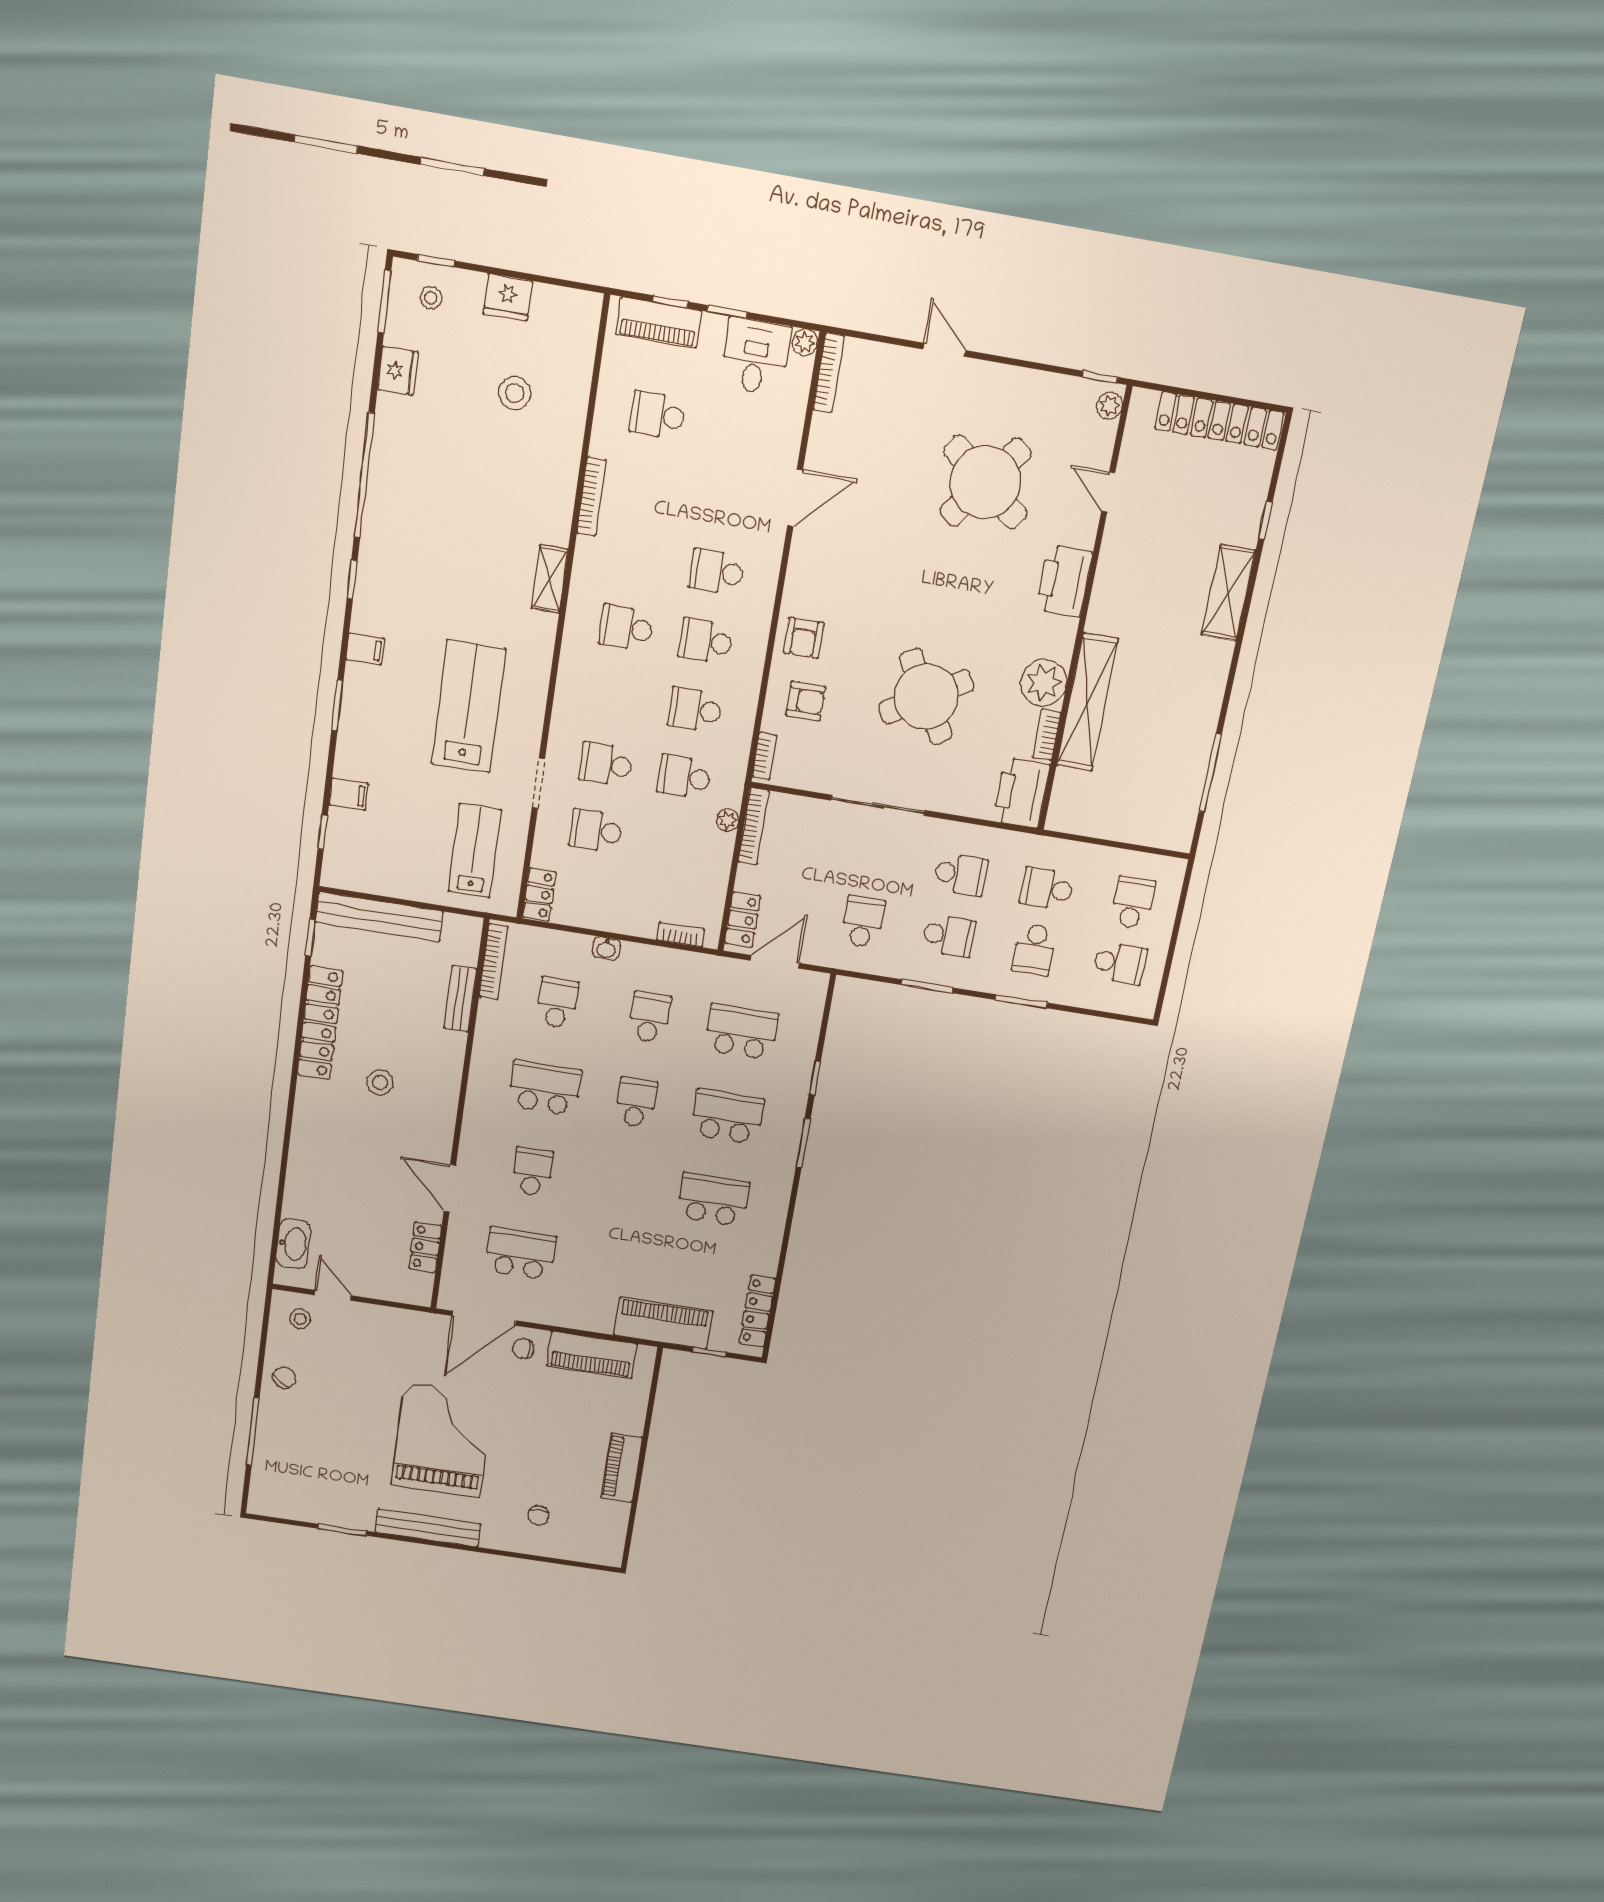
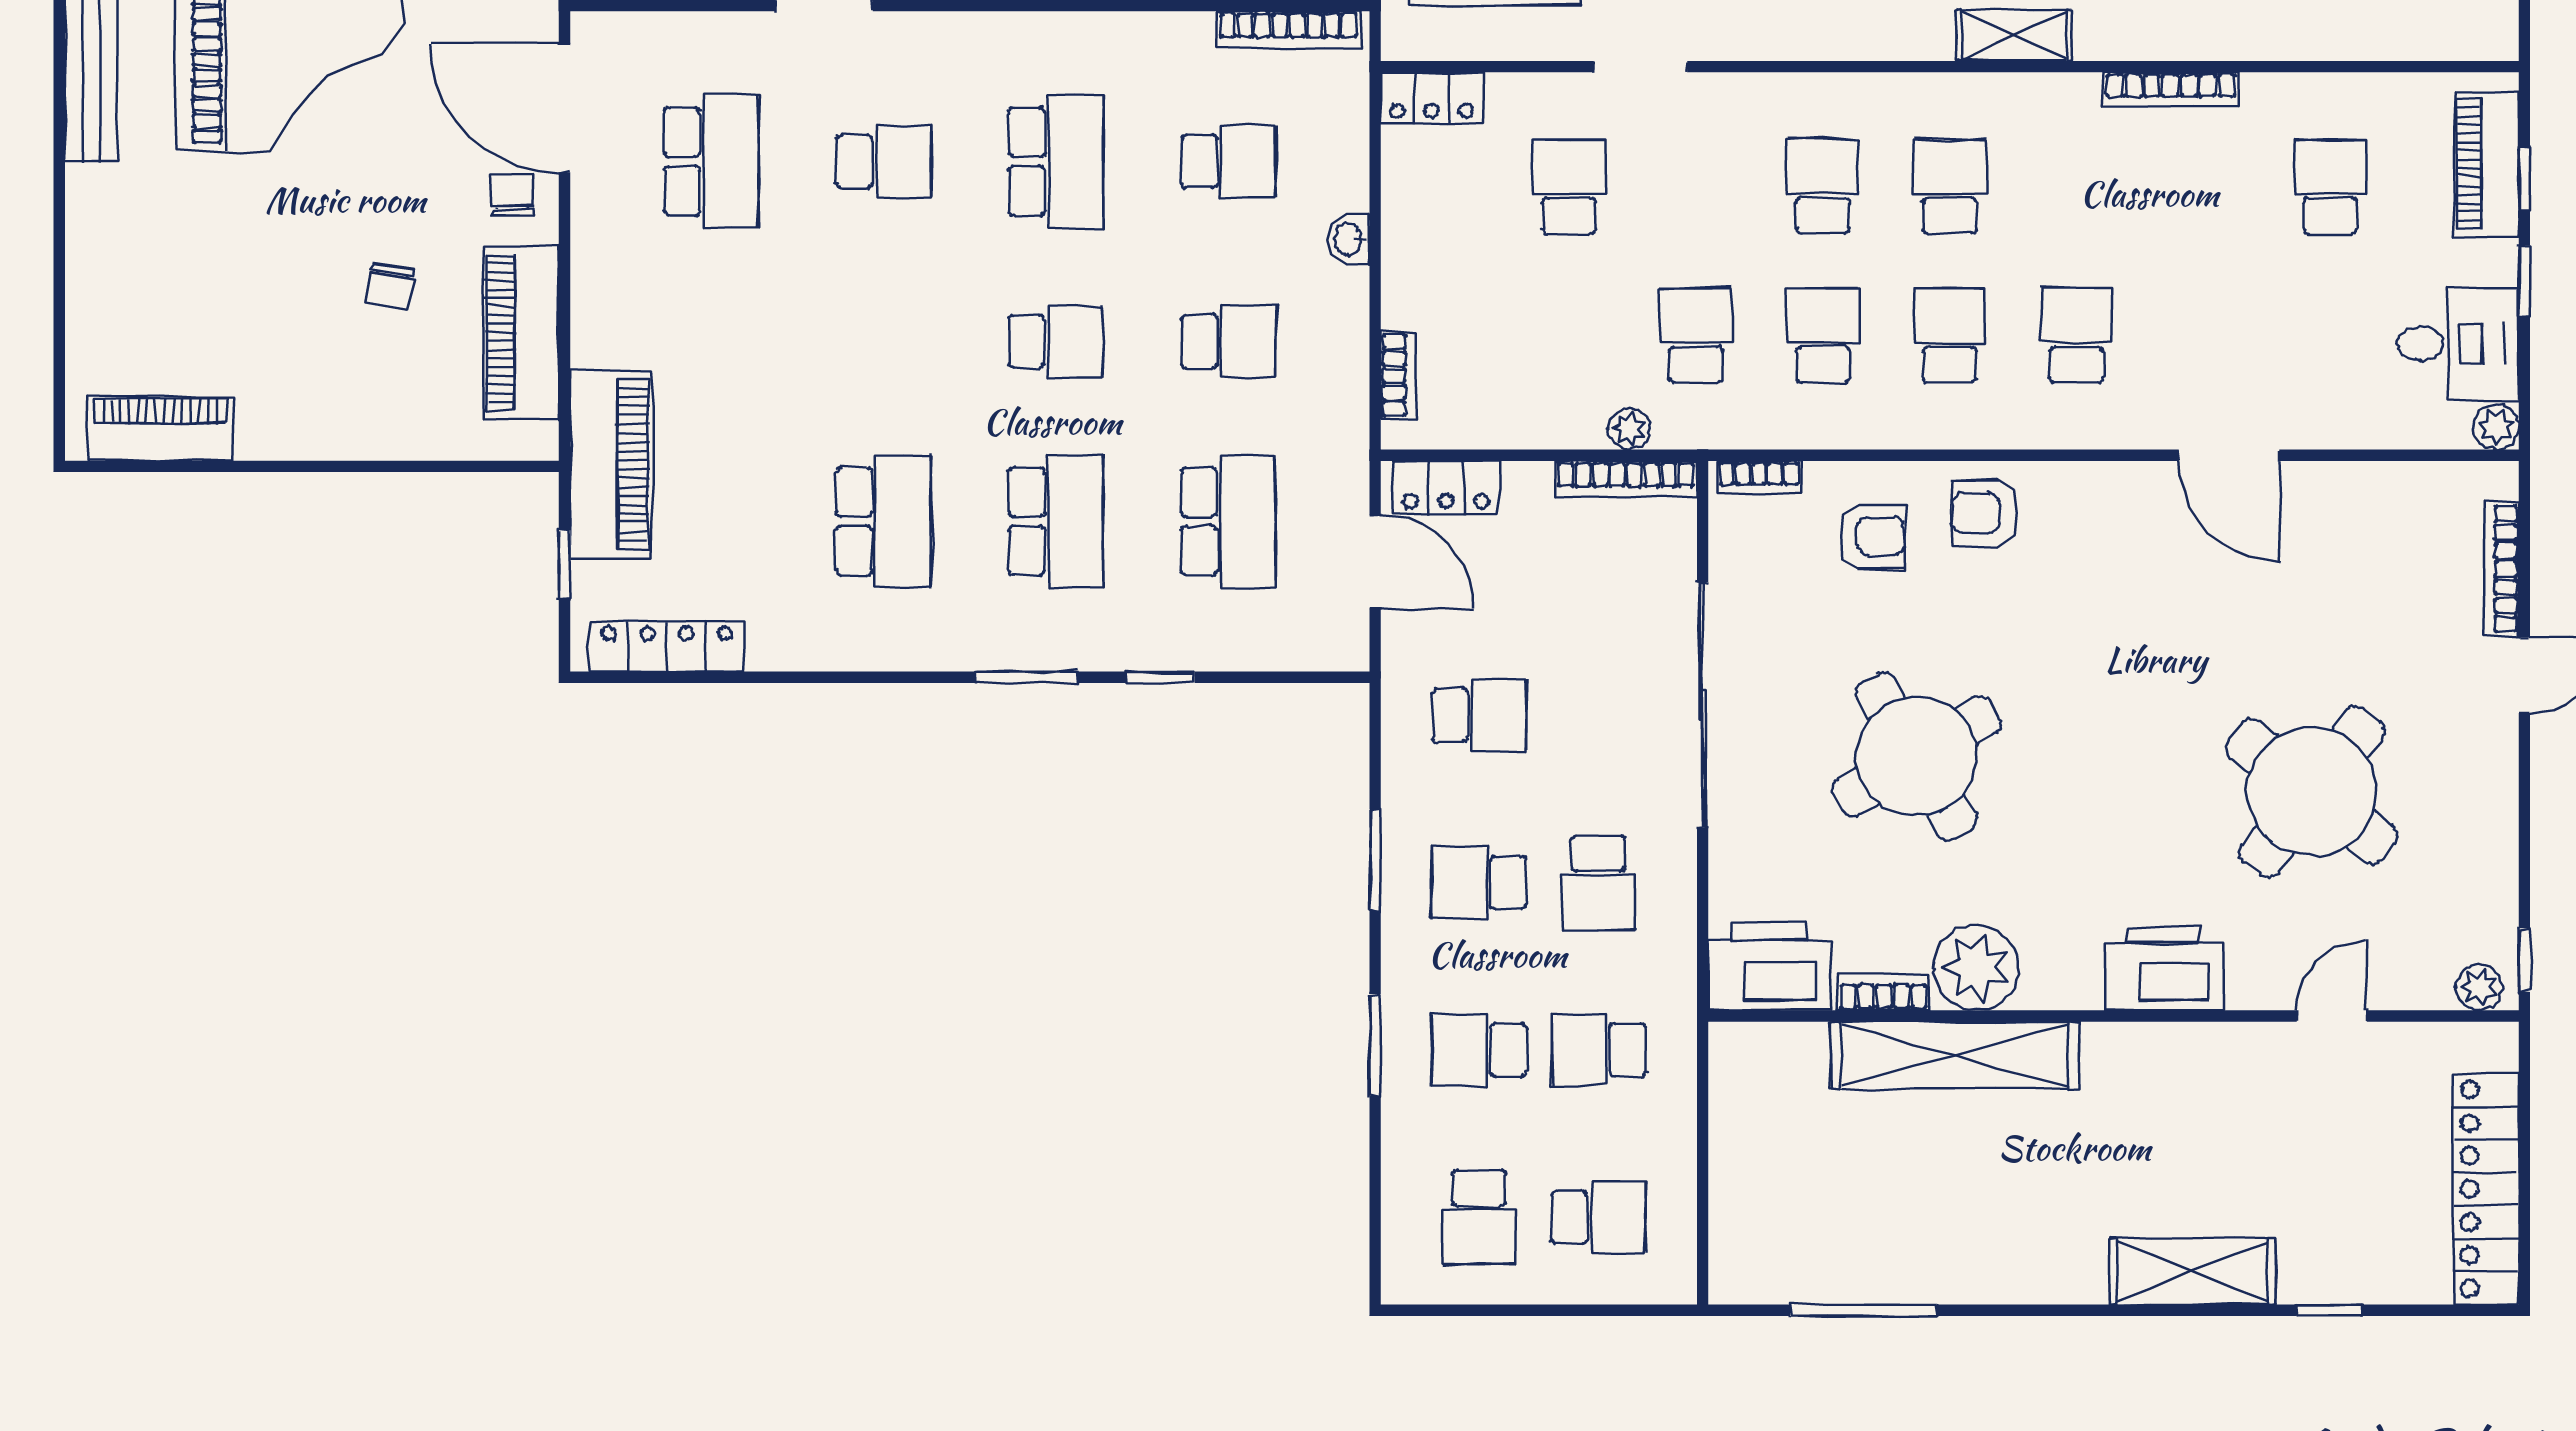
bookcase: (829, 373) -> (2502, 569), moved, turned 90
armchair: (806, 701) -> (1872, 536), turned -90
school desk: (606, 764) -> (1823, 187), moved
sliding door: (878, 805) -> (1703, 705), width x1.36
school desk: (1047, 889) -> (1599, 1050), turned -90
school desk: (949, 936) -> (1479, 883), turned 90
piano: (622, 1467) -> (160, 428), moved
chair: (538, 1515) -> (390, 287), moved, turned -81

